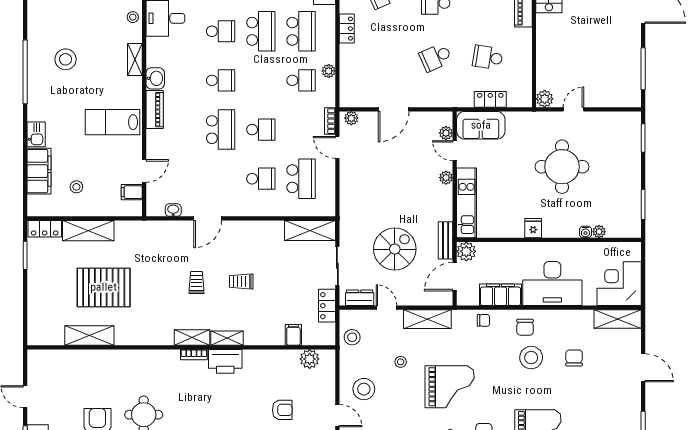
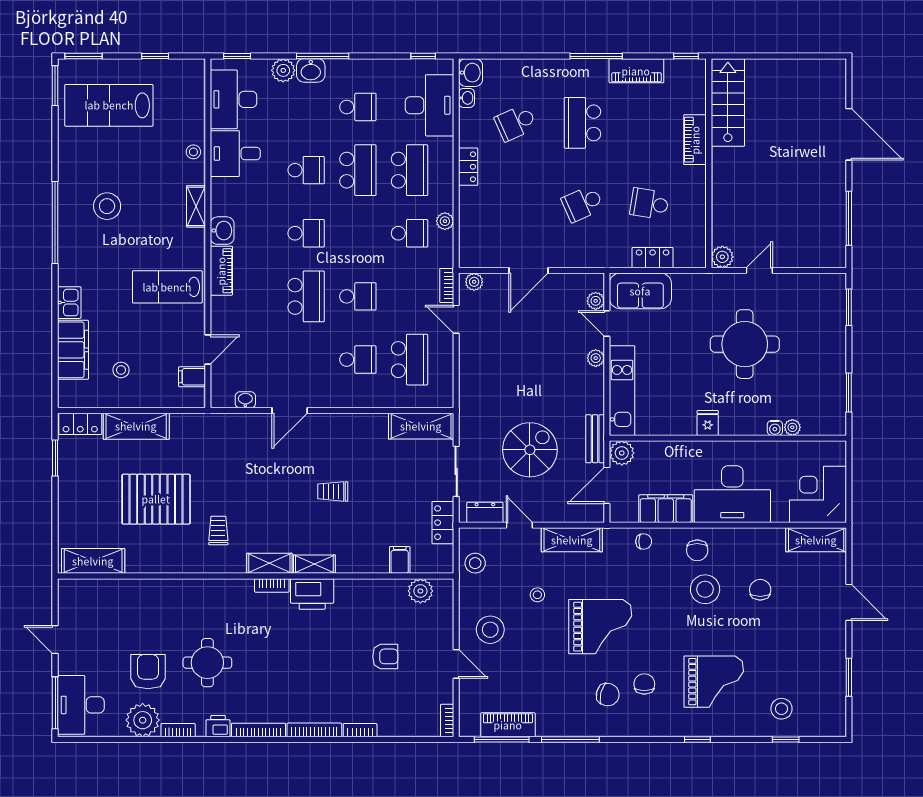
trolley: (196, 283) -> (218, 530), moved
shelving: (89, 336) -> (93, 561), moved

